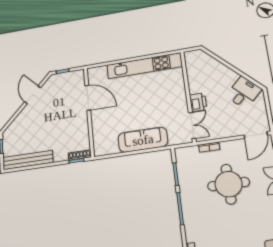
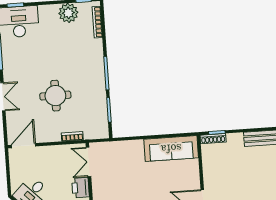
sofa: (143, 140) -> (171, 148), moved
round table: (229, 184) -> (55, 96), width x0.73, depth x0.73

